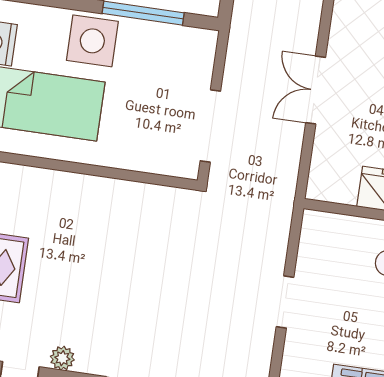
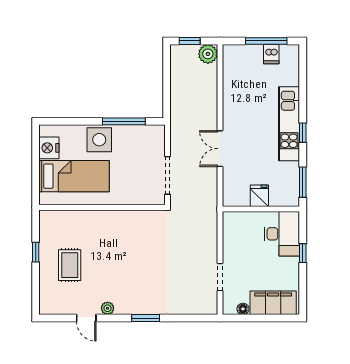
doorway: (285, 302) -> (220, 277), moved

